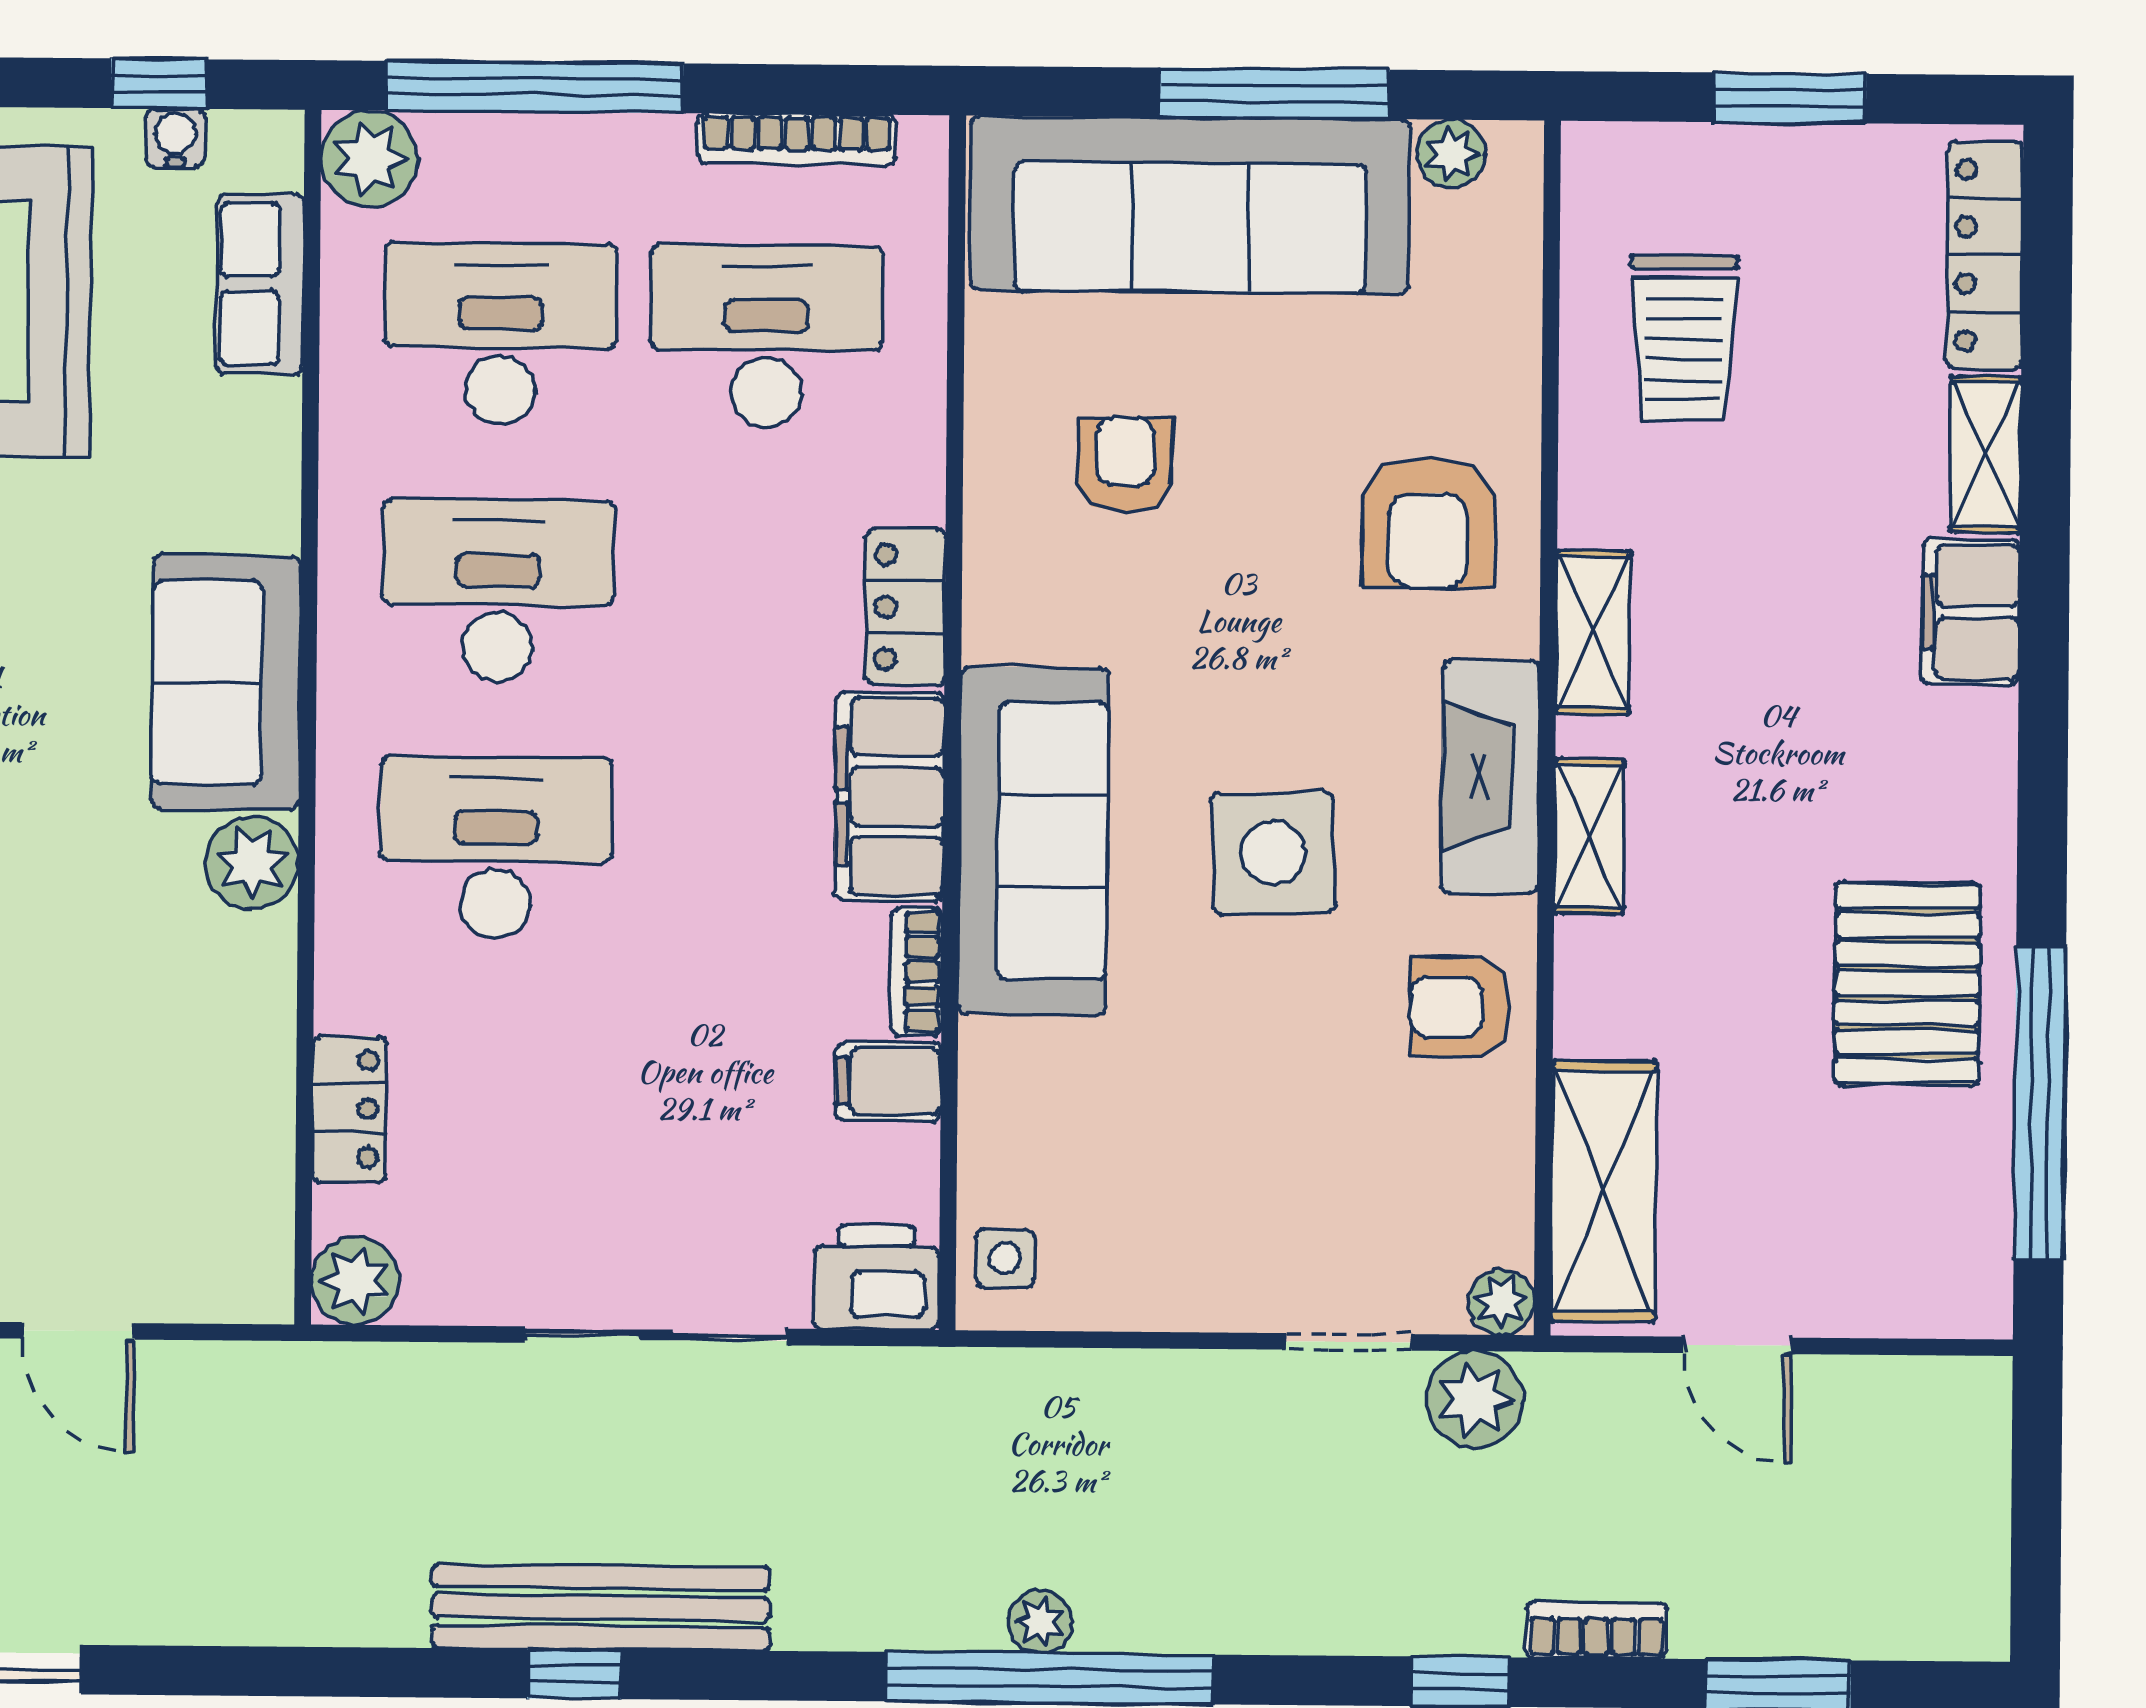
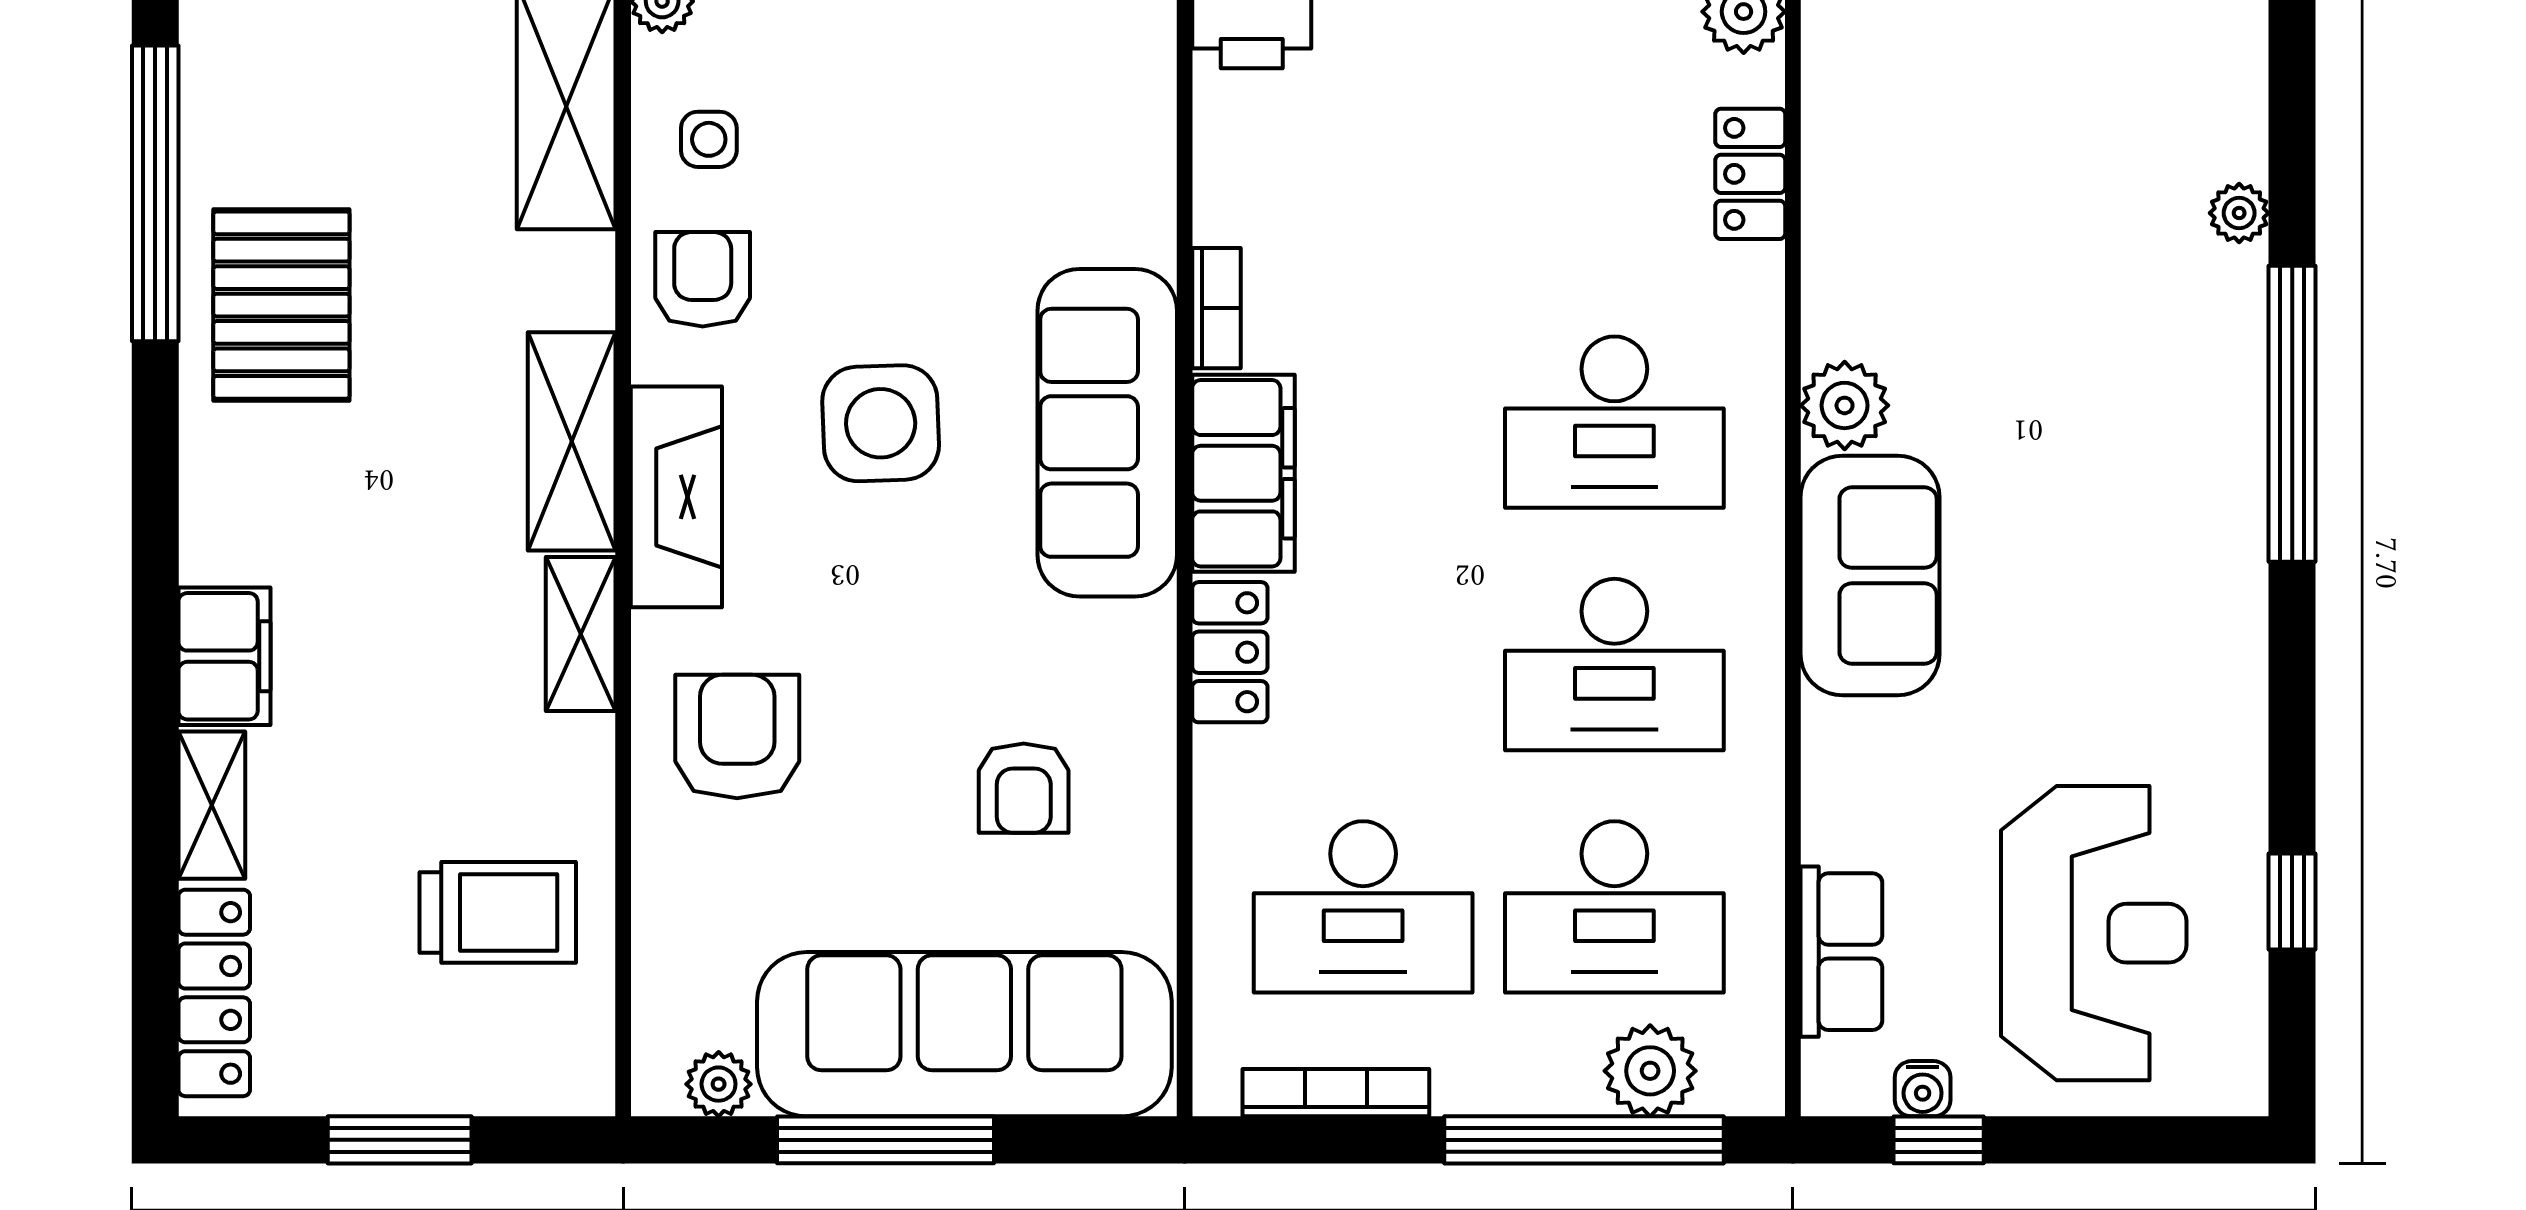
plant: (369, 159) -> (1650, 1071), moved
trolley: (1684, 338) -> (498, 912), turned 90
shelving: (1589, 836) -> (572, 441), width x1.50, depth x1.33
armchair: (1461, 1007) -> (703, 279), turned -90
filing cabinet: (888, 1081) -> (1242, 204), removed
side table: (1005, 1258) -> (709, 139), moved

